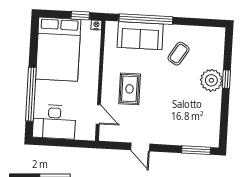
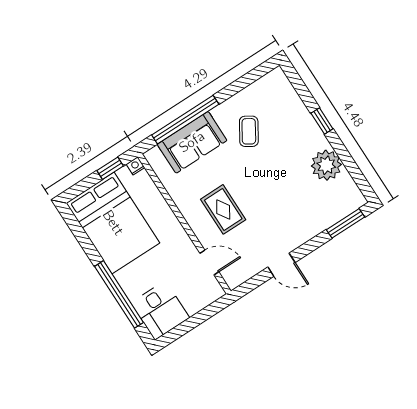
plant: (211, 80) -> (326, 165), moved
desk: (54, 122) -> (160, 310), width x0.73

